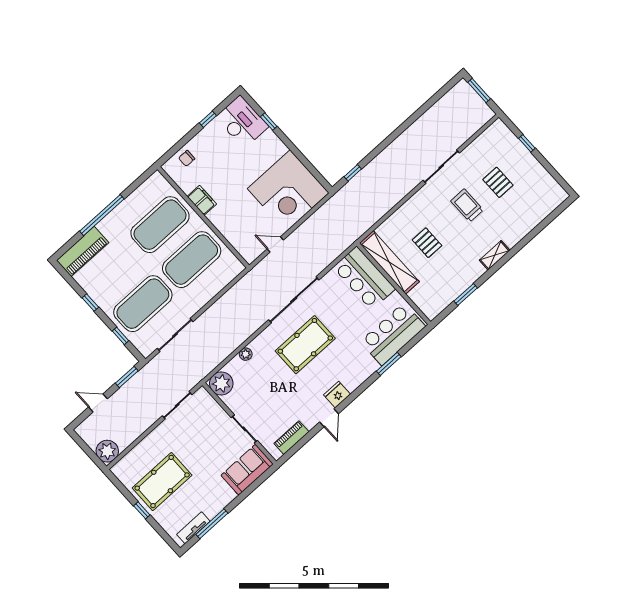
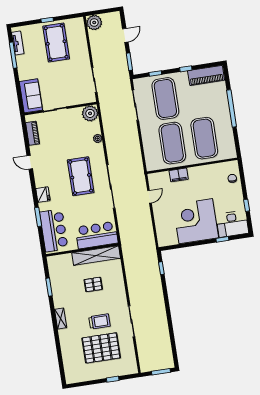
pallet: (498, 182) -> (101, 348), width x2.05, depth x2.00
corner desk: (288, 191) -> (196, 221), moved
filing cabinet: (202, 200) -> (179, 175), moved
piano: (83, 251) -> (206, 75), moved, turned -90
fridge: (337, 395) -> (43, 195), moved

